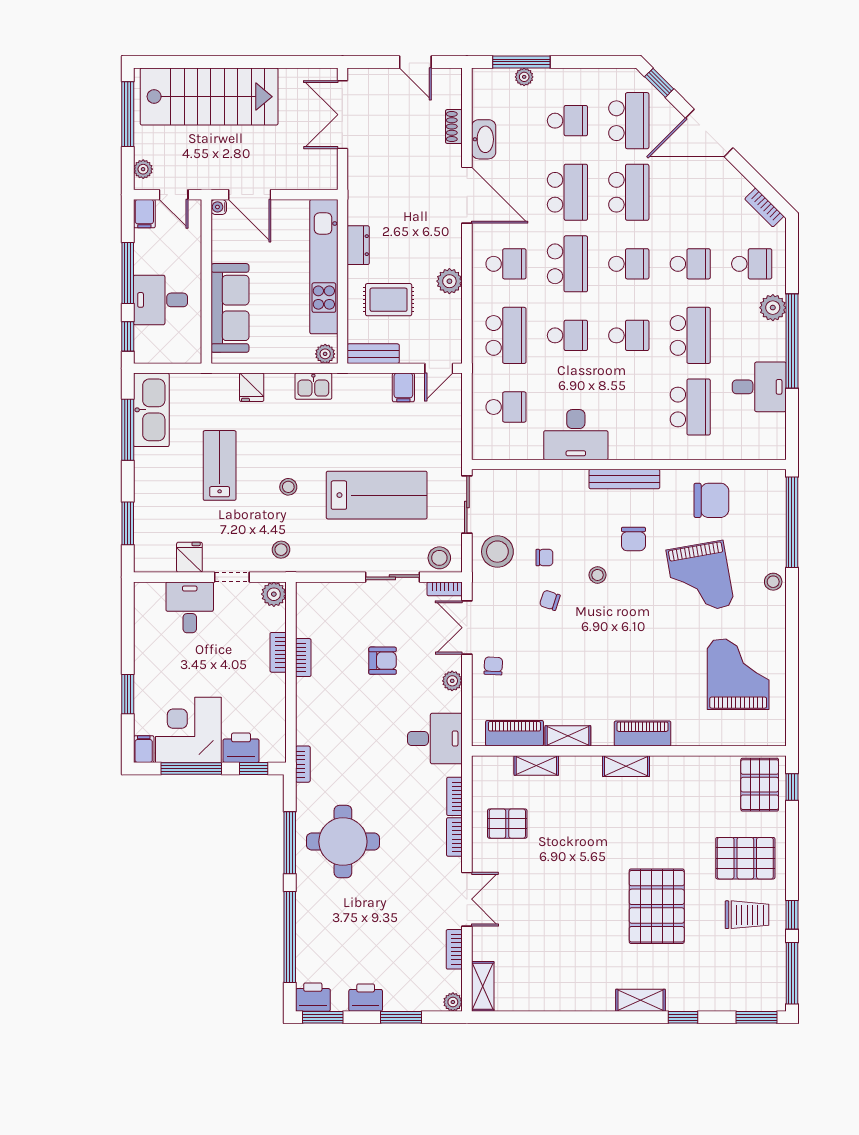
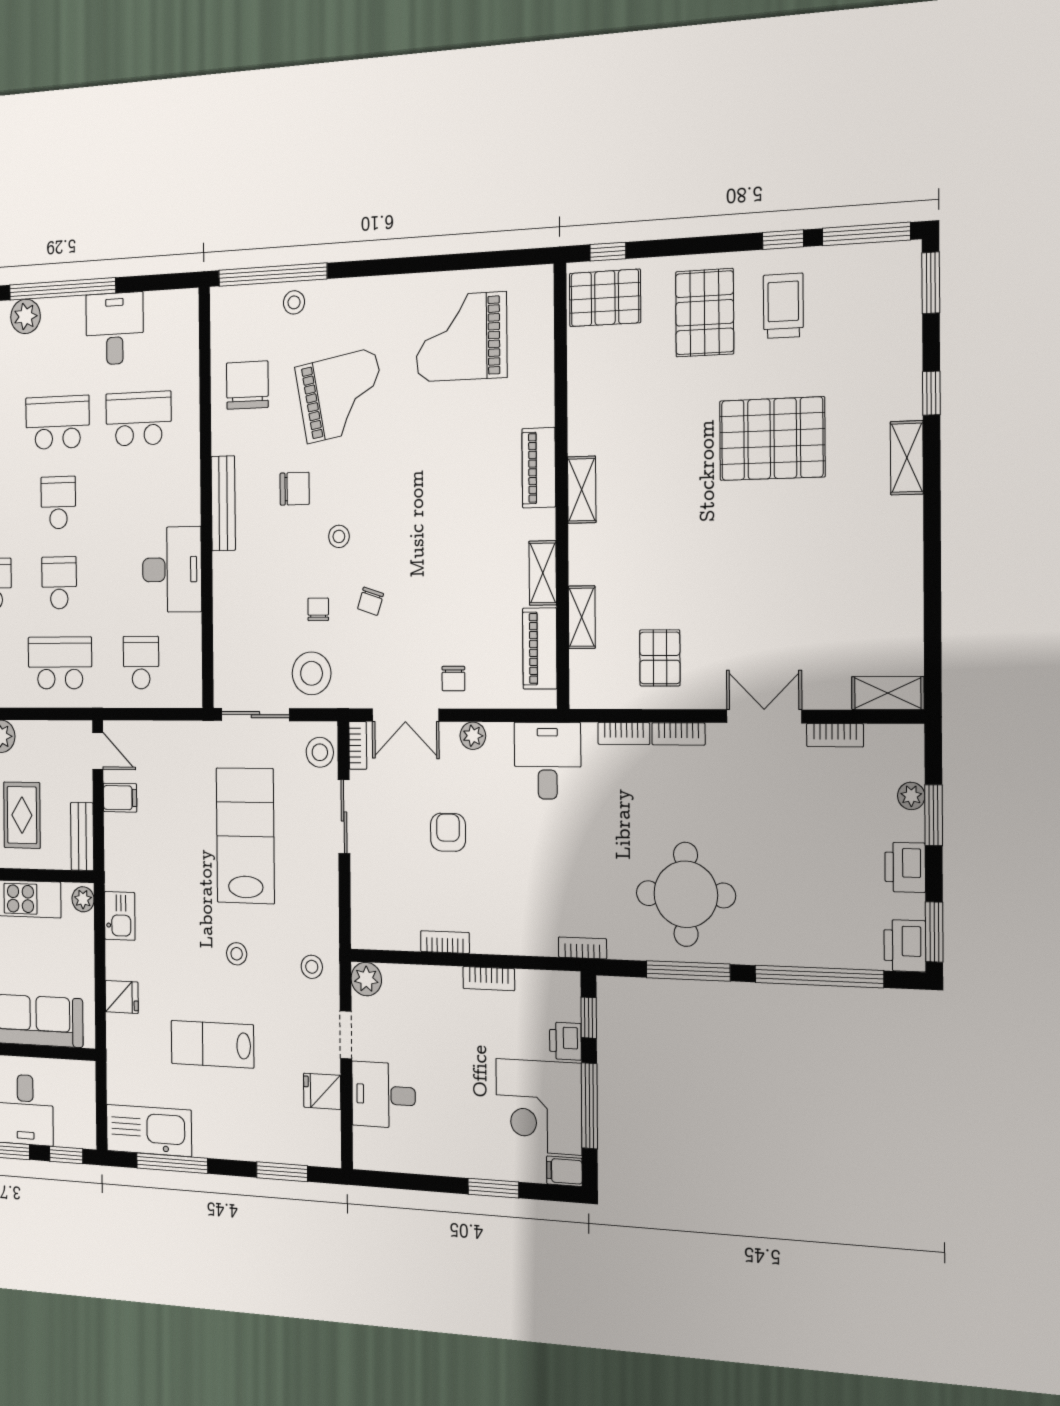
stool: (773, 582) -> (294, 302), moved
bookcase: (278, 652) -> (489, 979), moved
chair: (493, 666) -> (453, 678), turned -93
printer: (241, 748) -> (565, 1041), width x0.73, depth x0.81
plant: (453, 1002) -> (911, 796), moved

